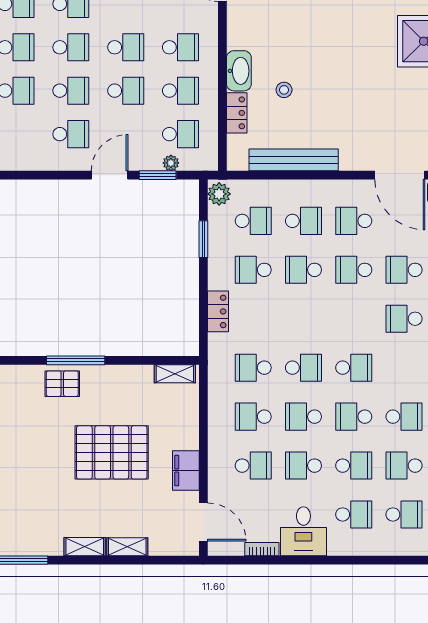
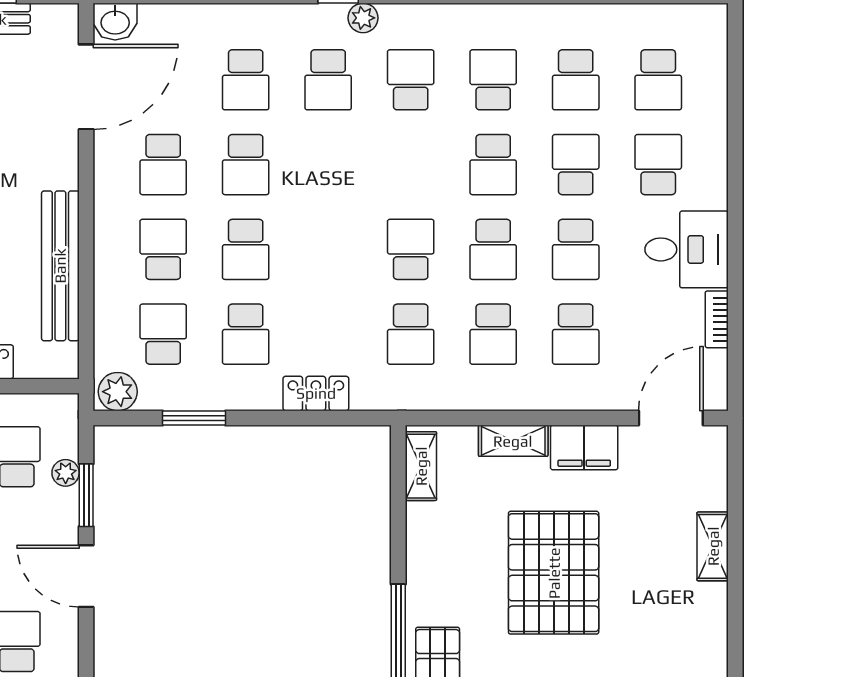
school desk: (354, 368) -> (411, 80), moved
school desk: (253, 466) -> (576, 334), turned 180
school desk: (404, 514) -> (658, 80), turned 180
shelving: (85, 547) -> (513, 441), moved, turned 90

